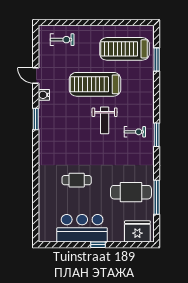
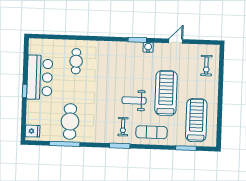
water cooler: (44, 95) -> (148, 47), moved
exercise mat: (140, 99) -> (152, 132), added
cafe table: (77, 180) -> (76, 61), moved
fridge: (137, 231) -> (33, 131), width x0.53, depth x0.75

